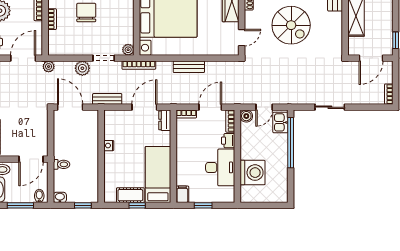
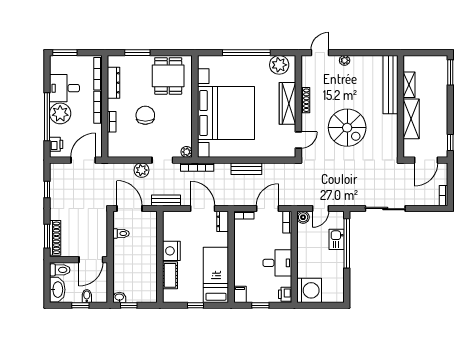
plant: (49, 67) -> (108, 168), removed
door: (144, 107) -> (203, 209), hinge flipped
sliding door: (330, 107) -> (385, 209), width x1.37
kitchen sink: (280, 122) -> (337, 239), moved
printer: (228, 141) -> (285, 294), moved
nightstand: (109, 146) -> (171, 251), width x1.89, depth x1.79
toilet: (62, 164) -> (121, 233), moved
desk: (220, 167) -> (277, 263), width x0.73
washing machine: (253, 173) -> (309, 290), moved
cot: (130, 195) -> (170, 275), moved, turned 90
bidet: (39, 196) -> (87, 296), moved
window: (20, 205) -> (80, 305), width x0.67
window: (83, 205) -> (129, 305), moved

